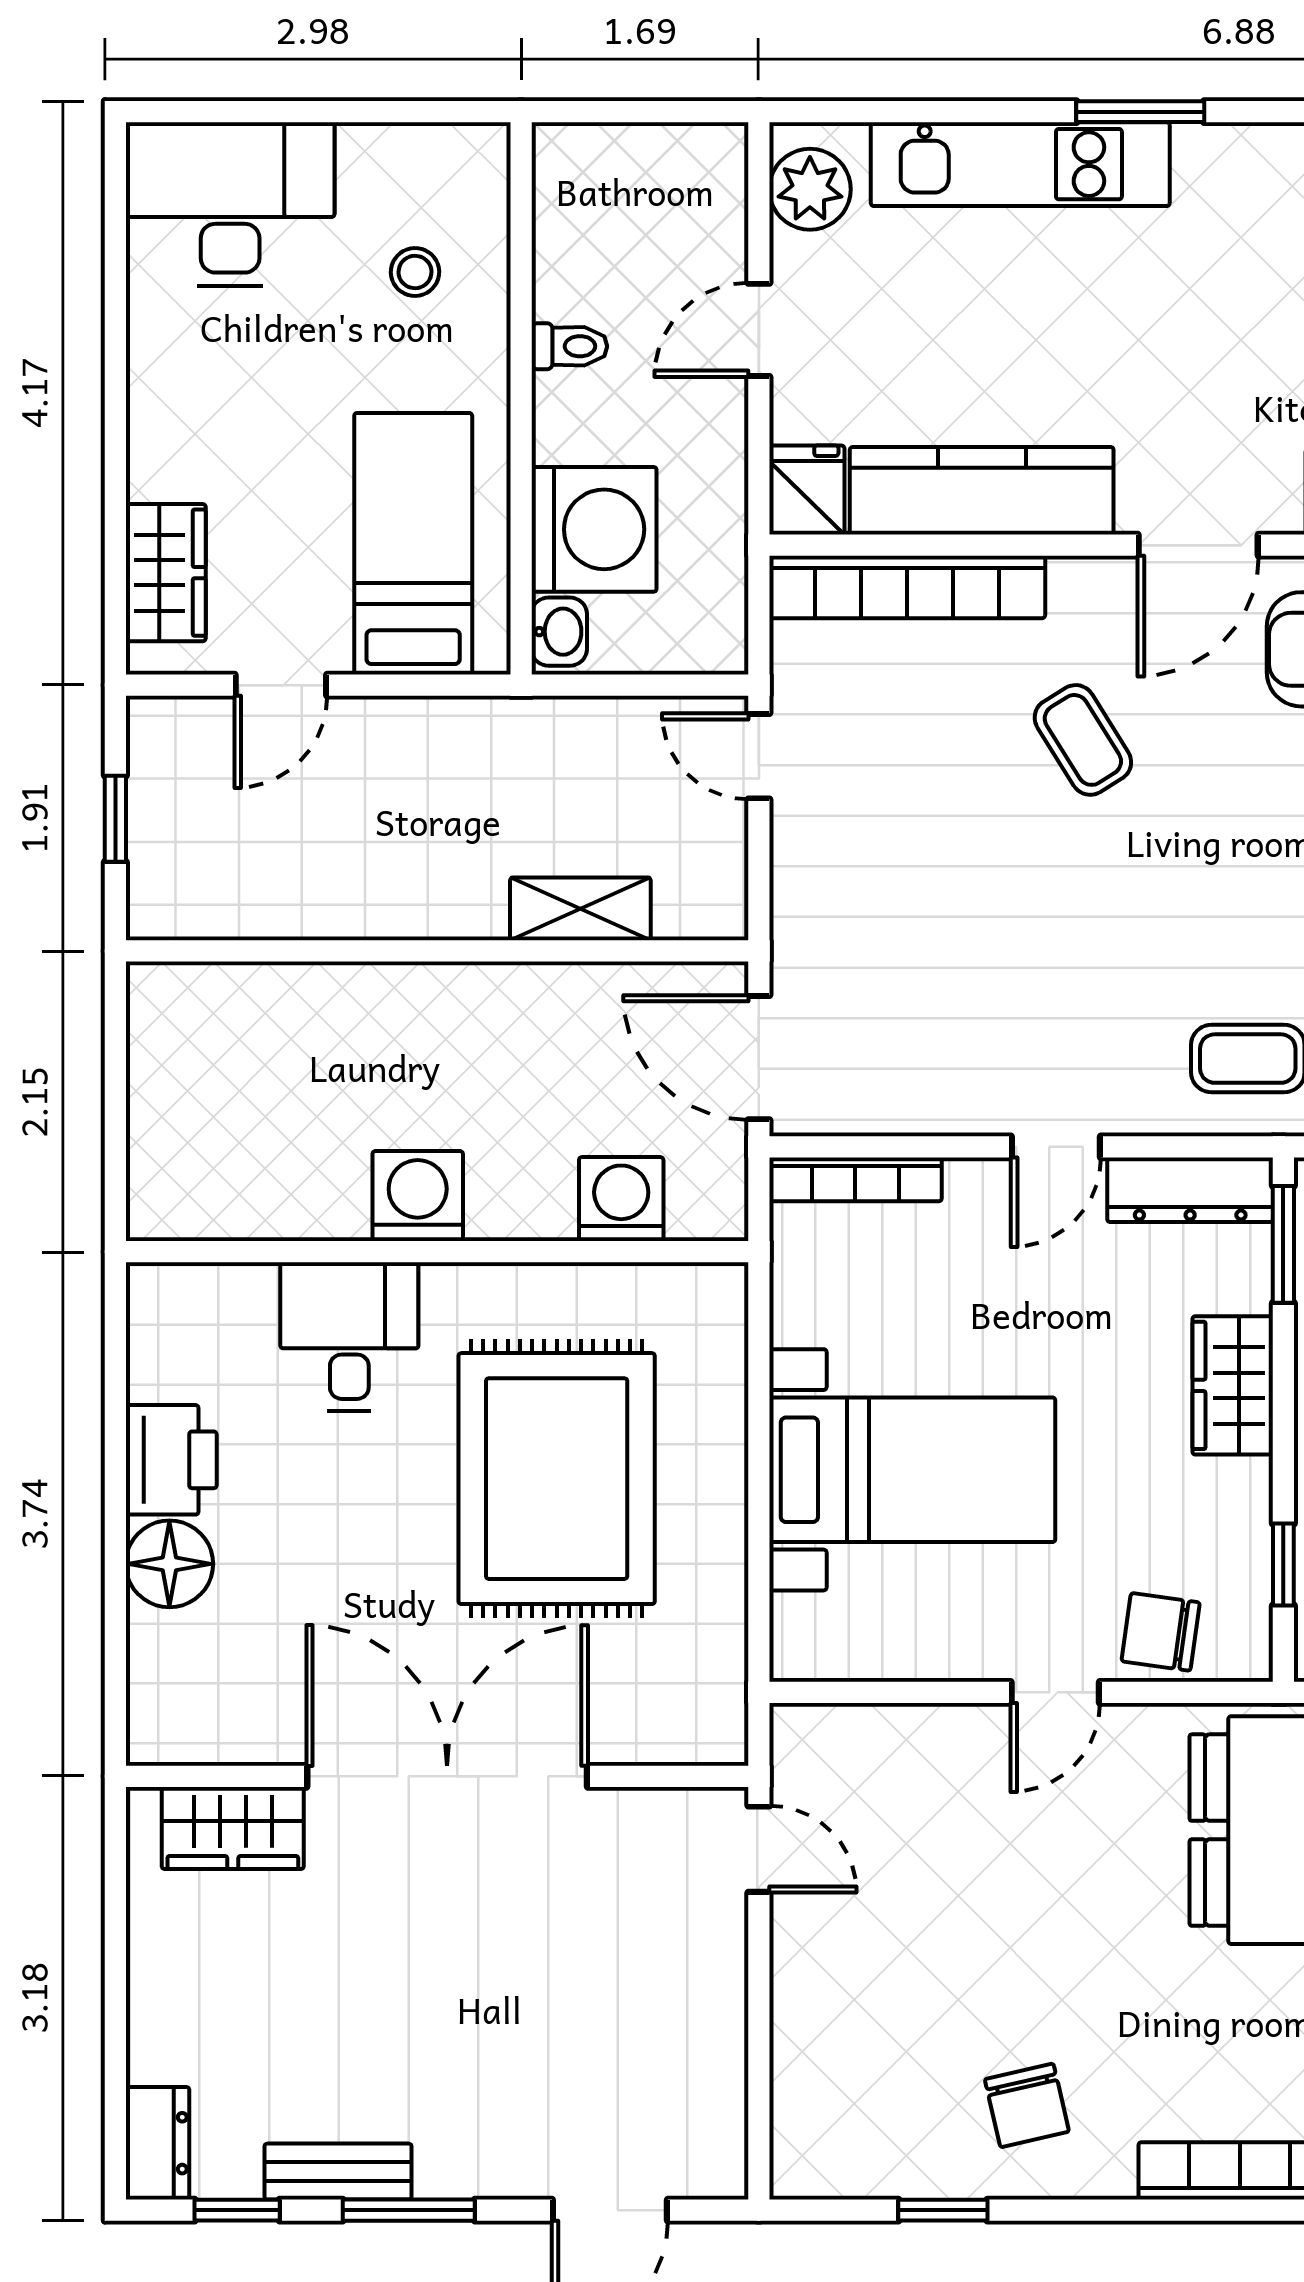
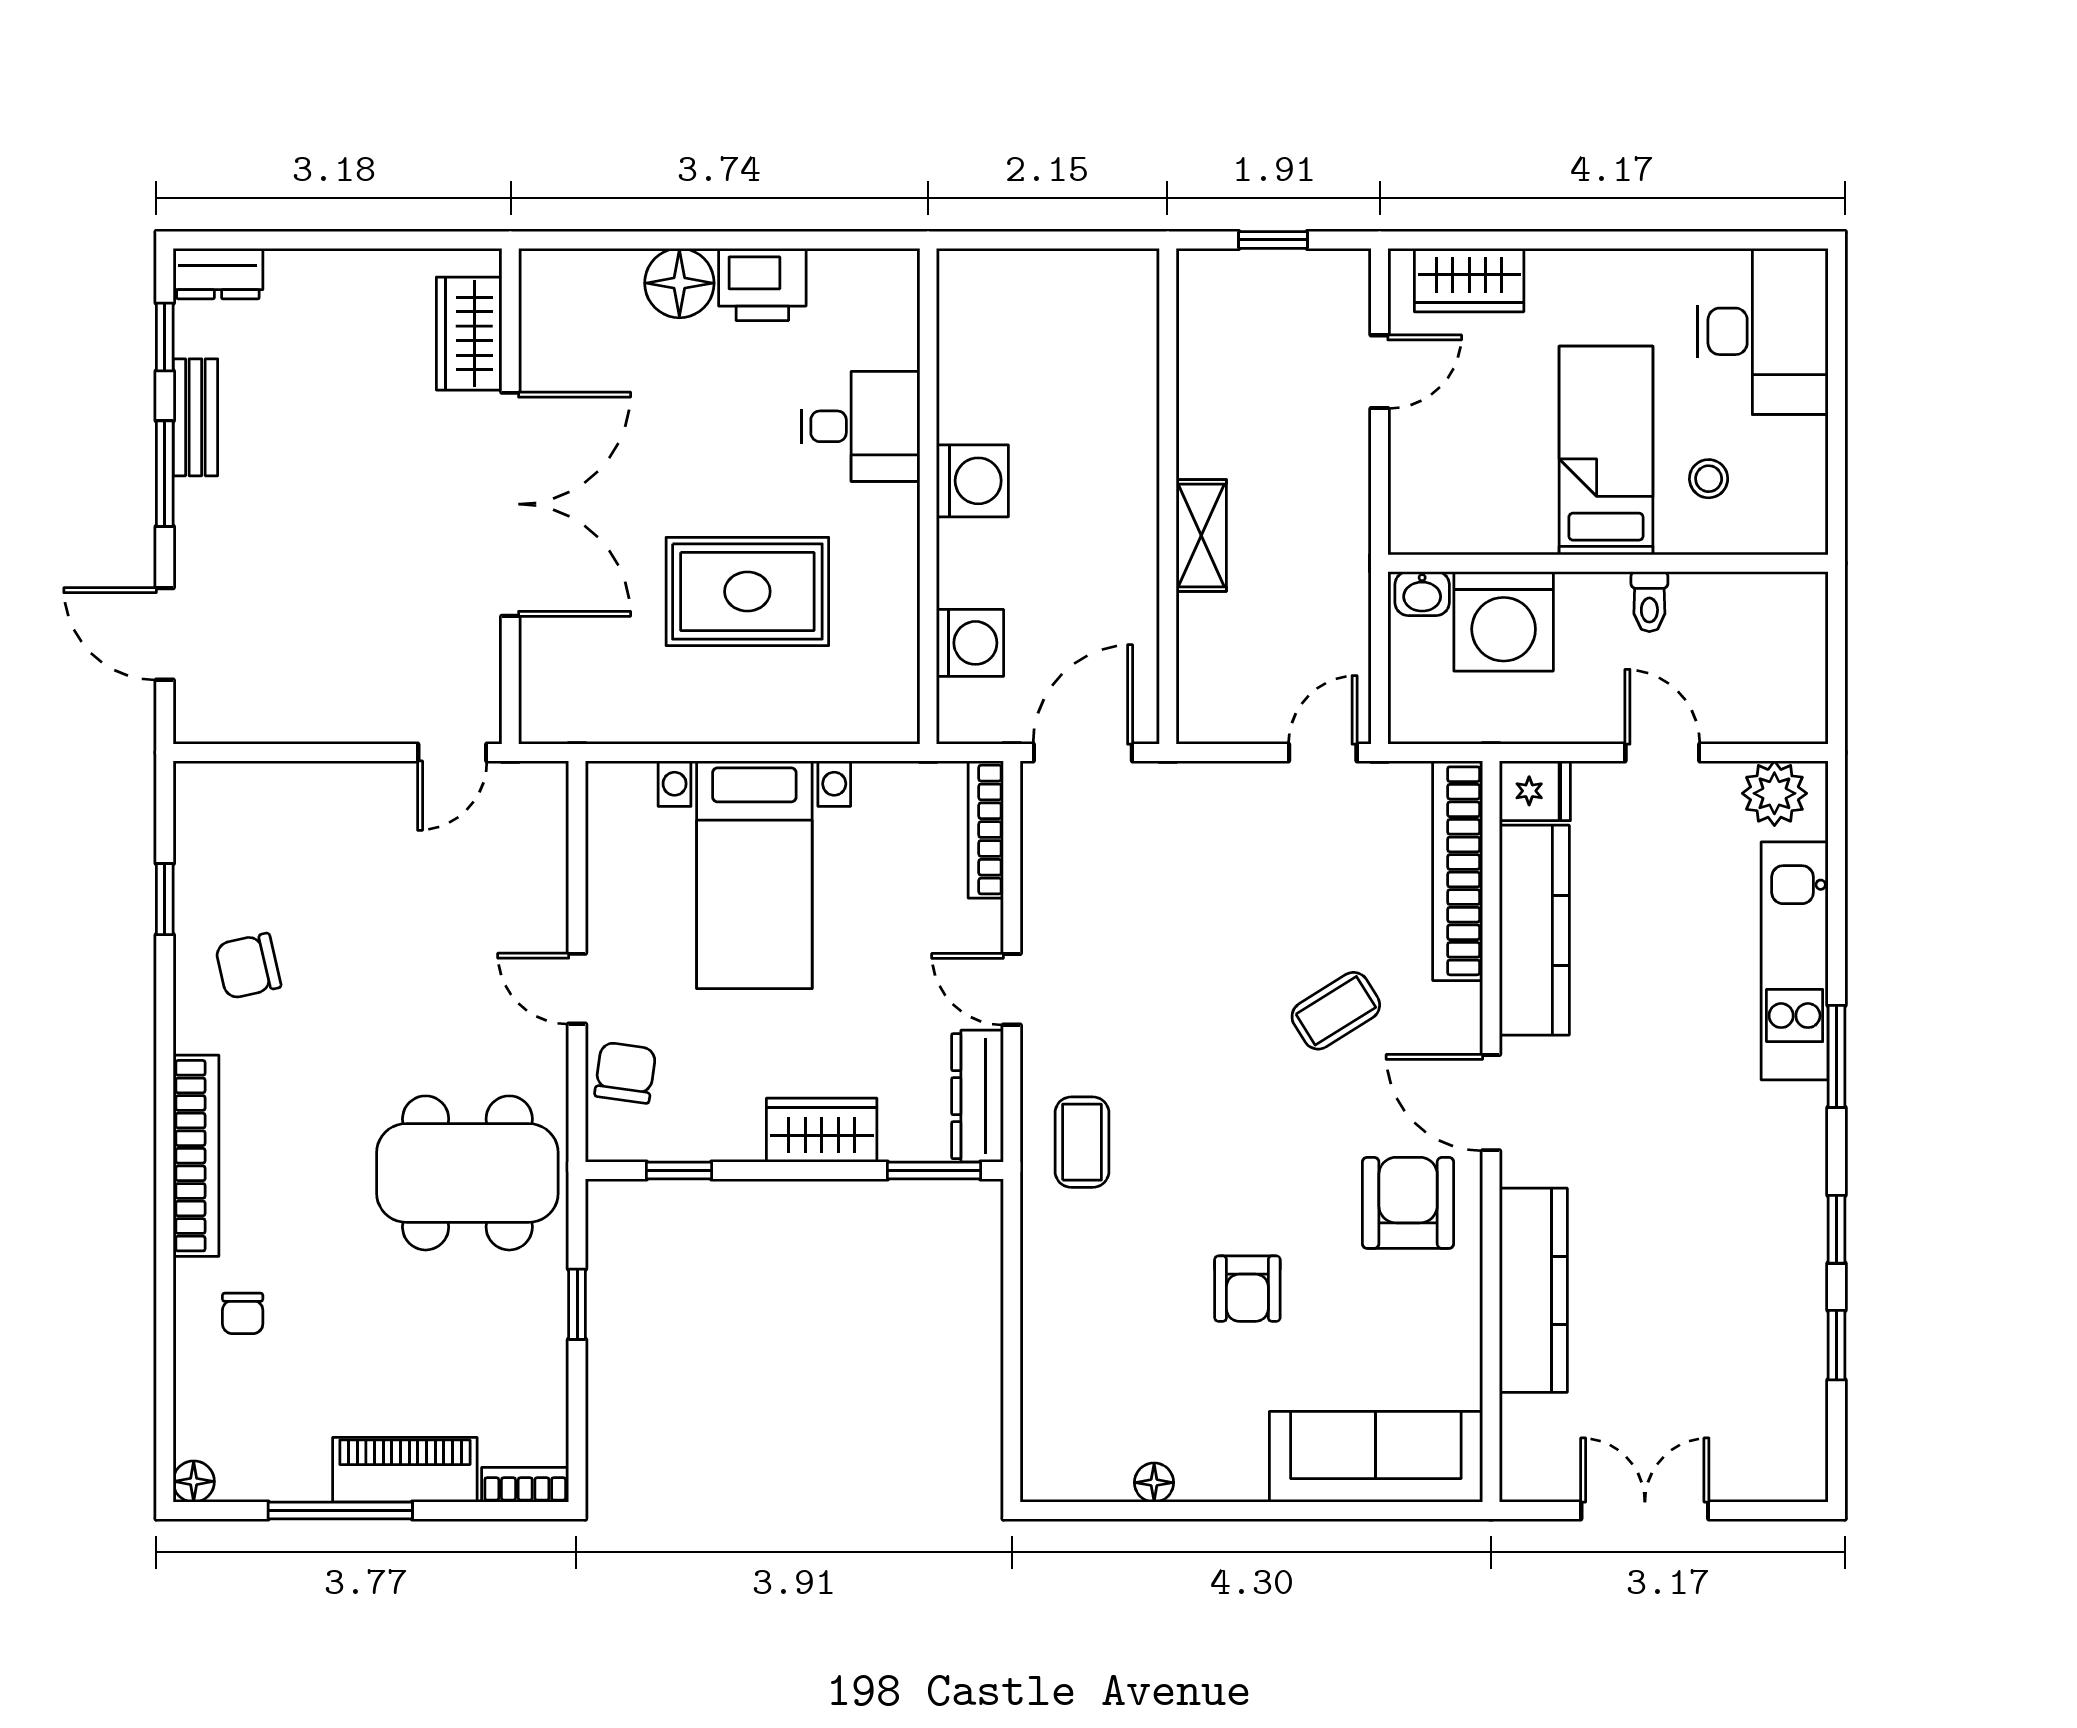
bed: (413, 544) -> (1606, 451), moved, turned -90
door: (281, 685) -> (1379, 372), swing flipped
shelving: (580, 909) -> (1201, 535), moved
rug: (557, 1479) -> (747, 592), width x0.73, depth x0.69

